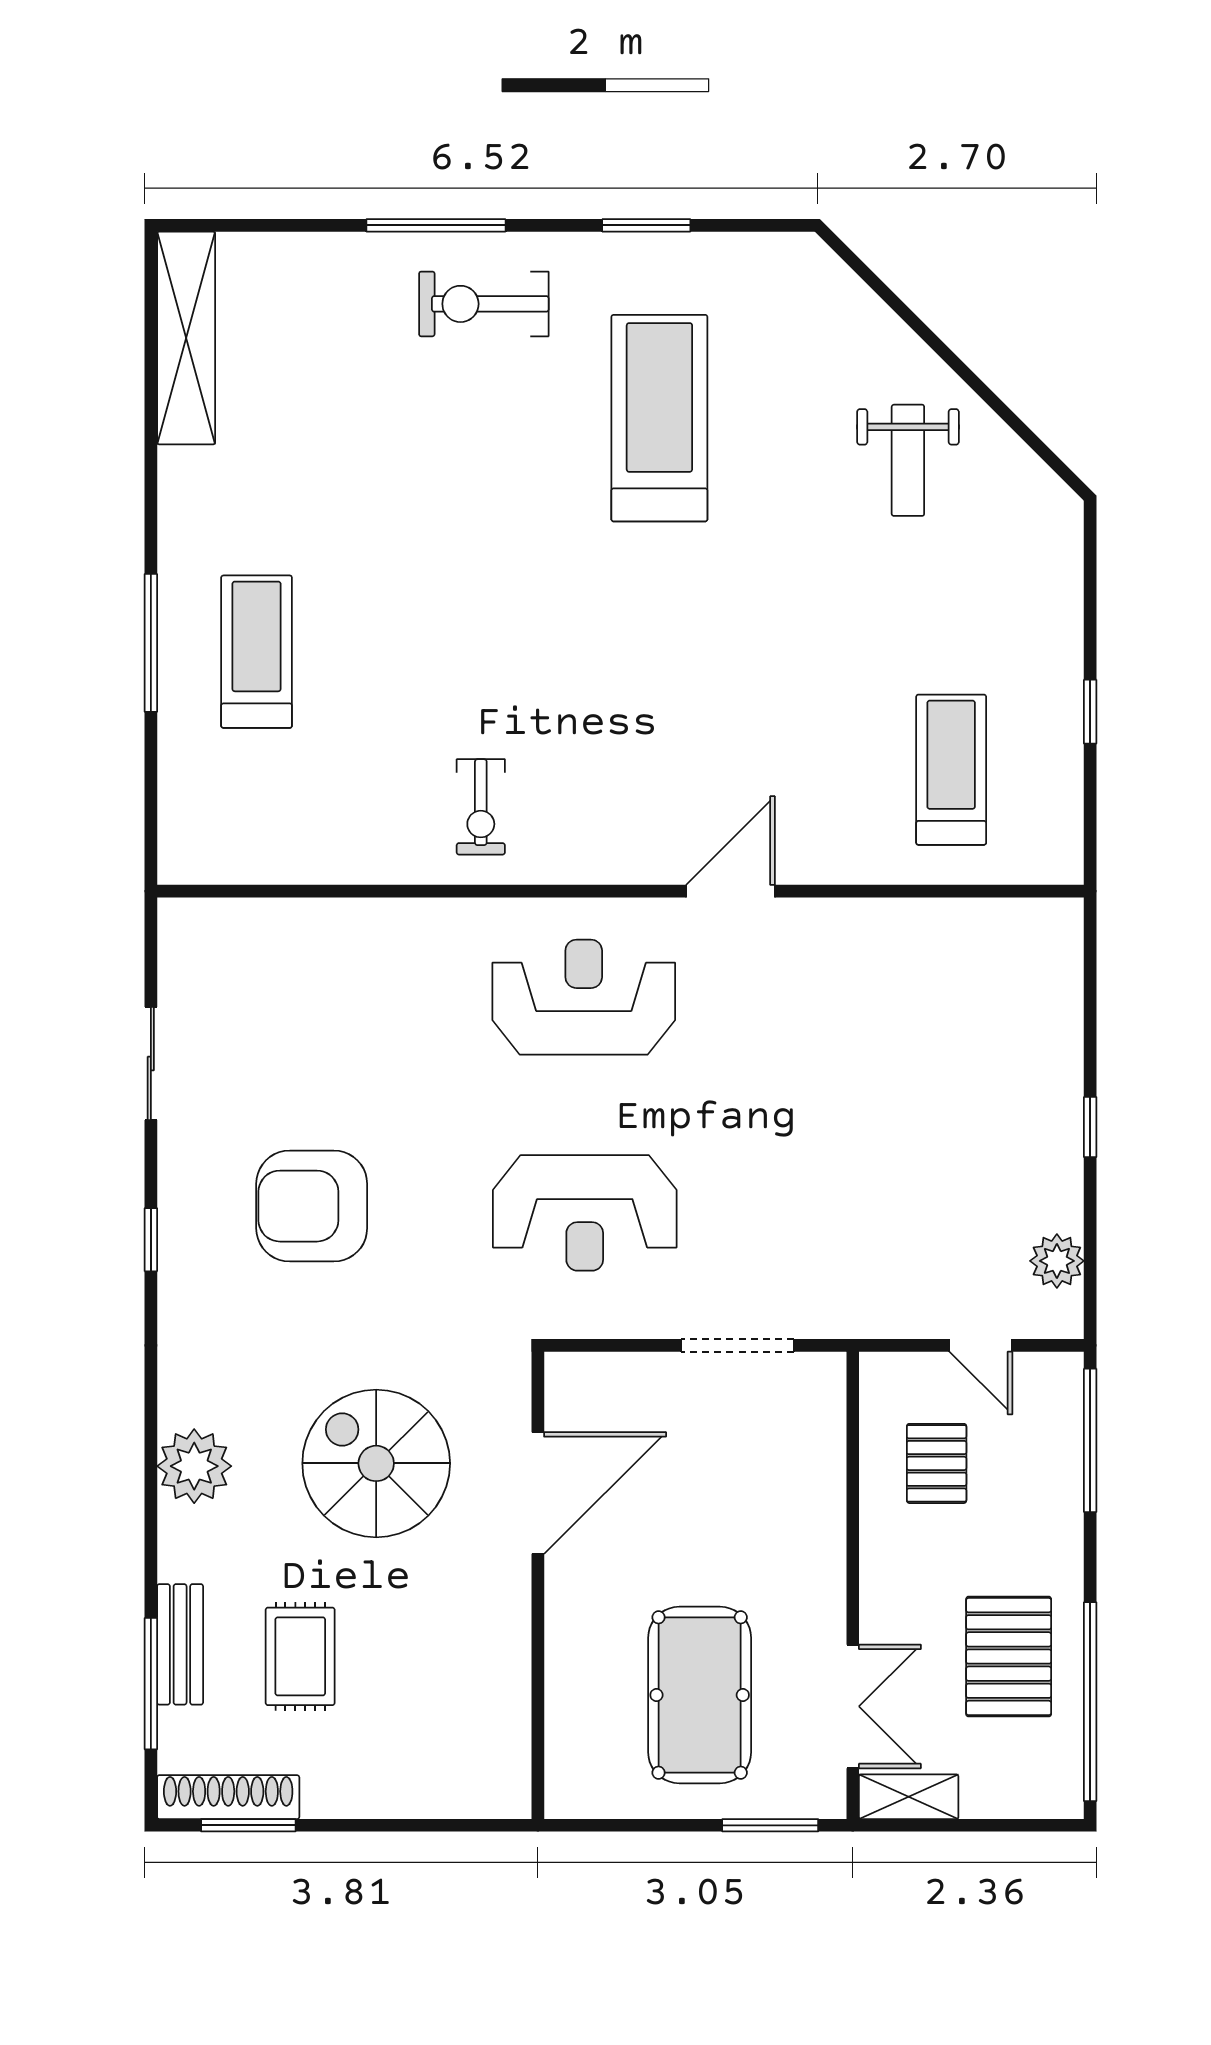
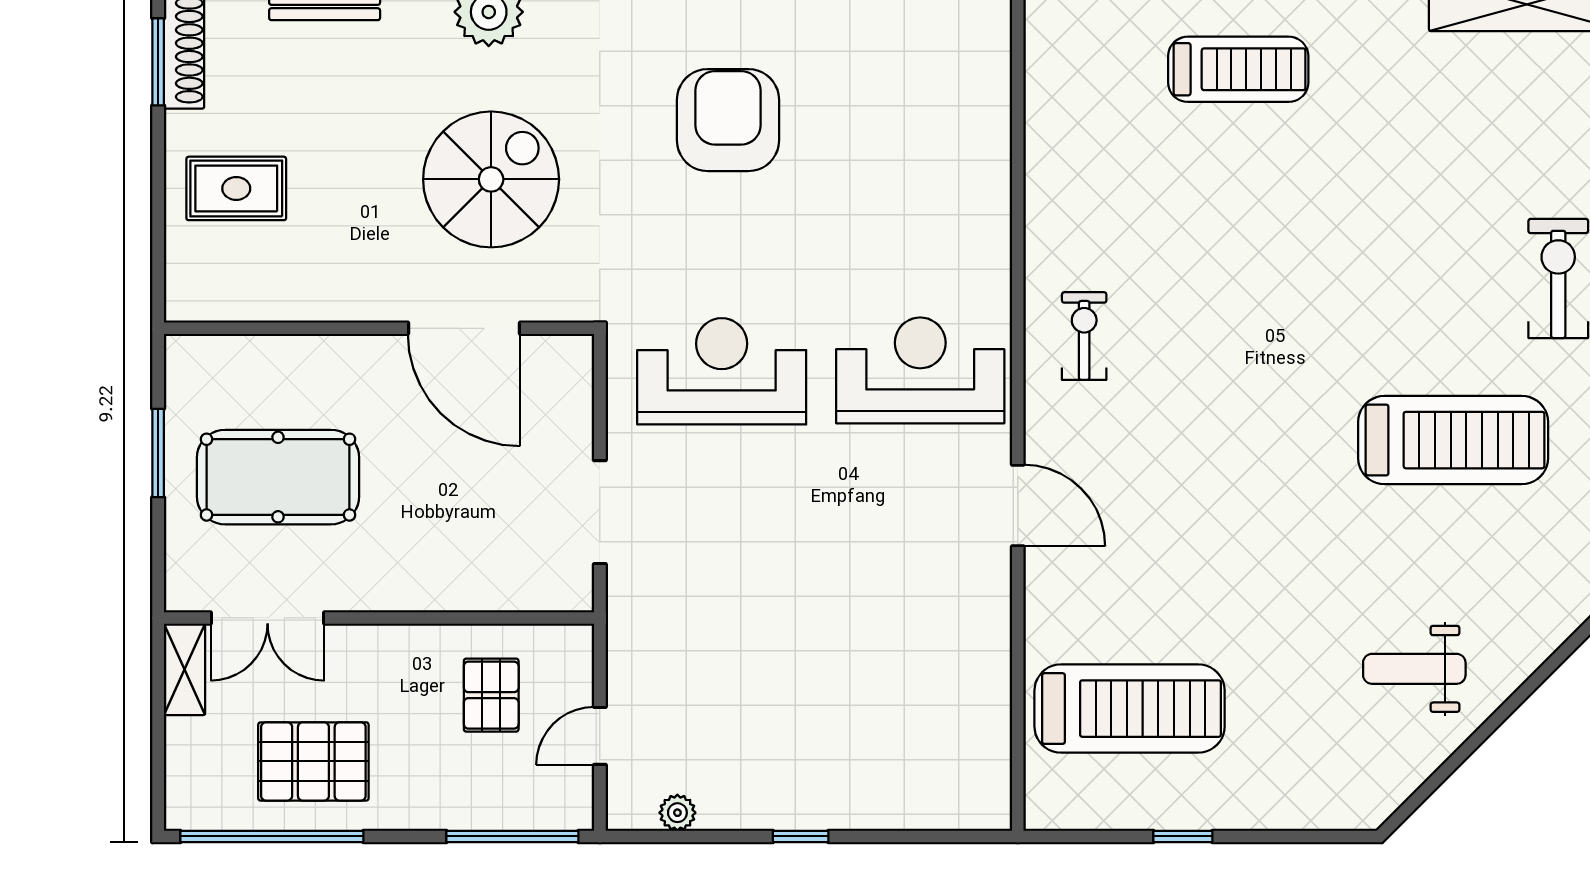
treadmill: (951, 770) -> (1130, 709), width x1.37, depth x1.38
exercise bike: (481, 807) -> (1084, 336), moved, turned 90
reception desk: (584, 997) -> (920, 370), turned -90
reception desk: (585, 1213) -> (722, 371), turned 90
plant: (1057, 1261) -> (677, 813), width x0.73, depth x0.73
pallet: (937, 1463) -> (491, 695), turned 90
rug: (300, 1656) -> (236, 188), moved
window: (770, 1825) -> (158, 453), moved

